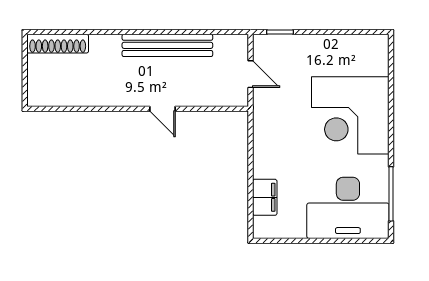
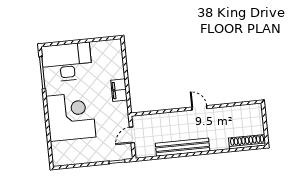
door: (251, 74) -> (132, 135), hinge flipped
door: (163, 109) -> (199, 108), moved
filing cabinet: (265, 197) -> (119, 90), moved

